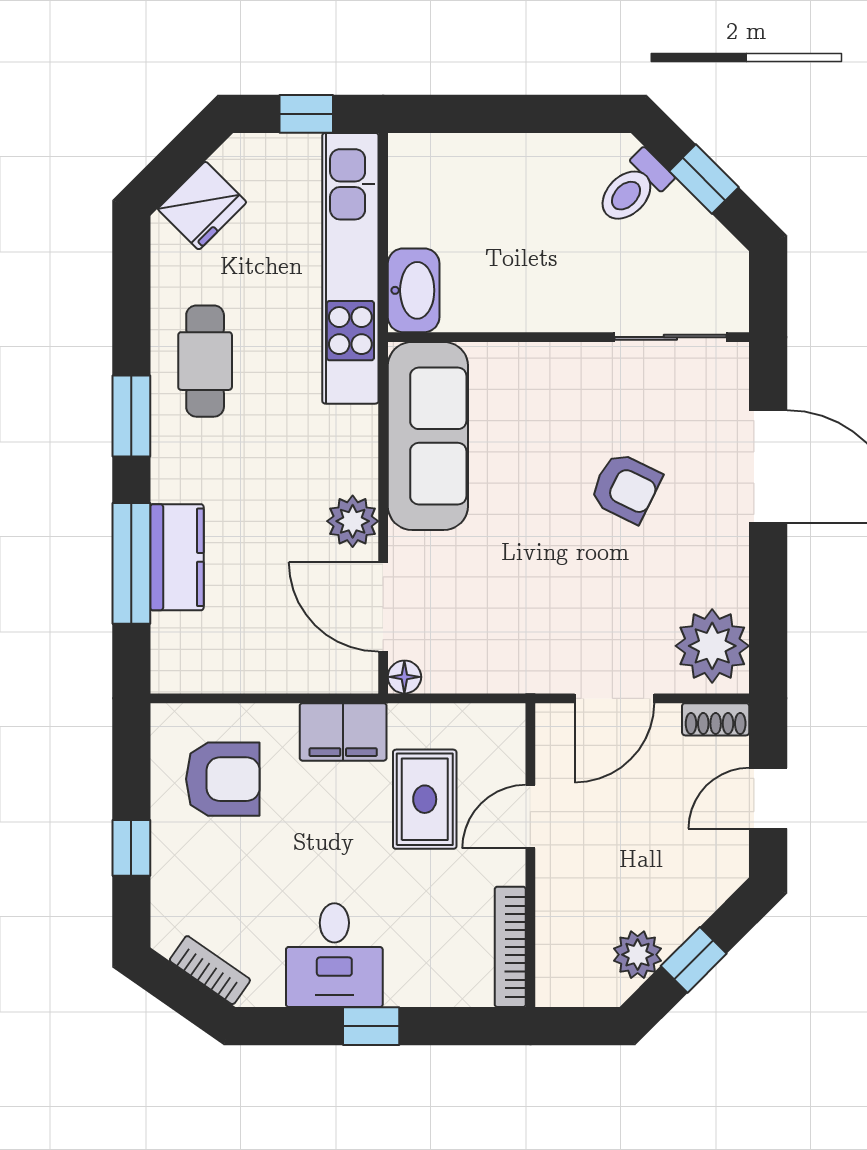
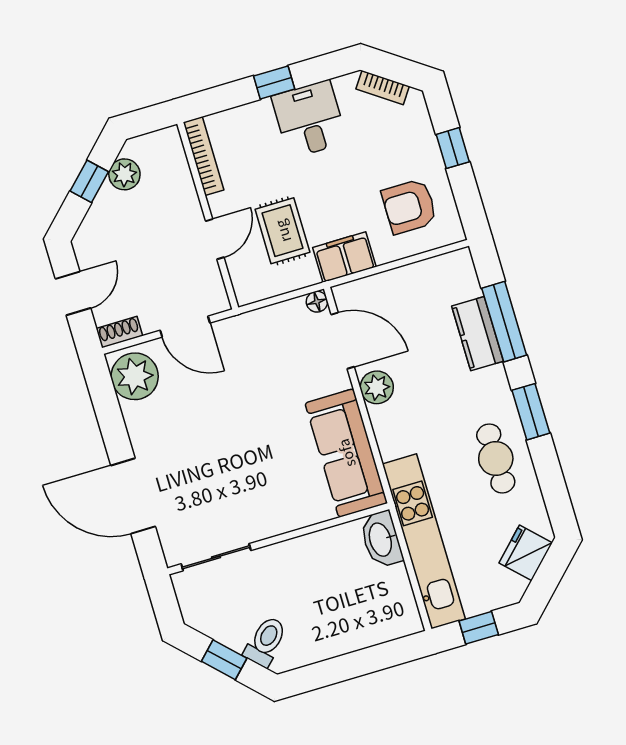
armchair: (626, 488) -> (216, 457), removed
door: (614, 698) -> (185, 327), swing flipped

